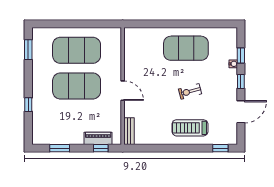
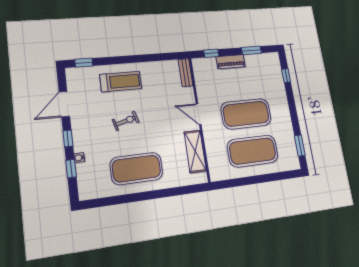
shelving: (131, 57) -> (195, 151), added
window: (28, 105) -> (286, 76), moved
piano: (98, 138) -> (231, 62), moved

